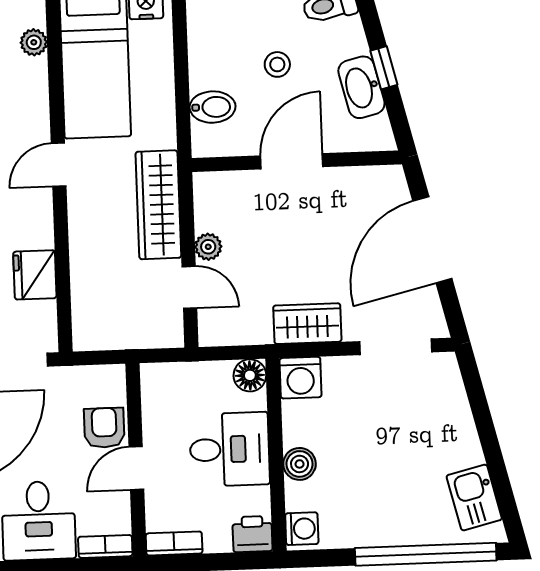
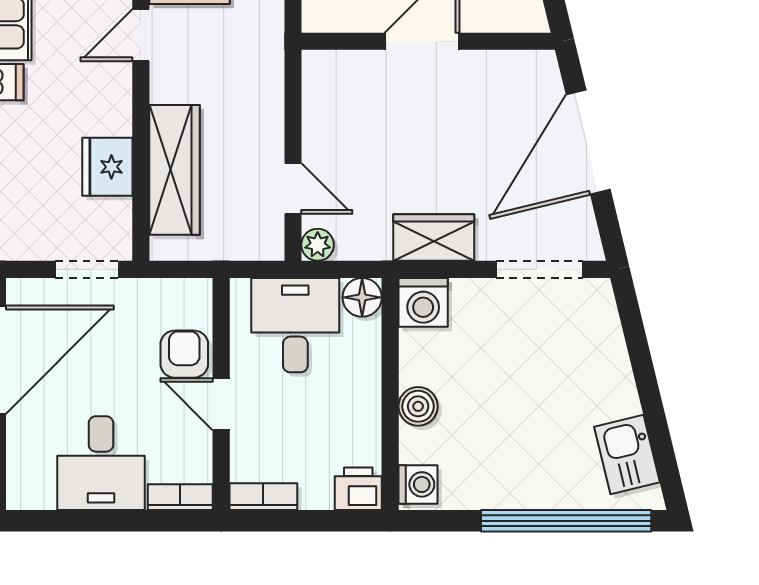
wardrobe: (158, 205) -> (175, 170), moved, turned 180
plant: (208, 247) -> (318, 245), moved
desk: (230, 449) -> (295, 325), moved, turned -90
door: (136, 468) -> (221, 404), hinge flipped

